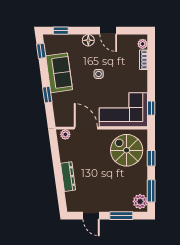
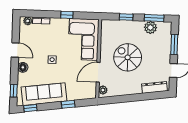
door: (108, 31) -> (15, 50), hinge flipped
sofa: (59, 73) -> (44, 94), width x1.36
window: (151, 108) -> (67, 15), moved
spiral stairs: (127, 150) -> (128, 57), moved, turned 90
dresser: (68, 177) -> (154, 87), moved
plant: (140, 201) -> (150, 27), moved

